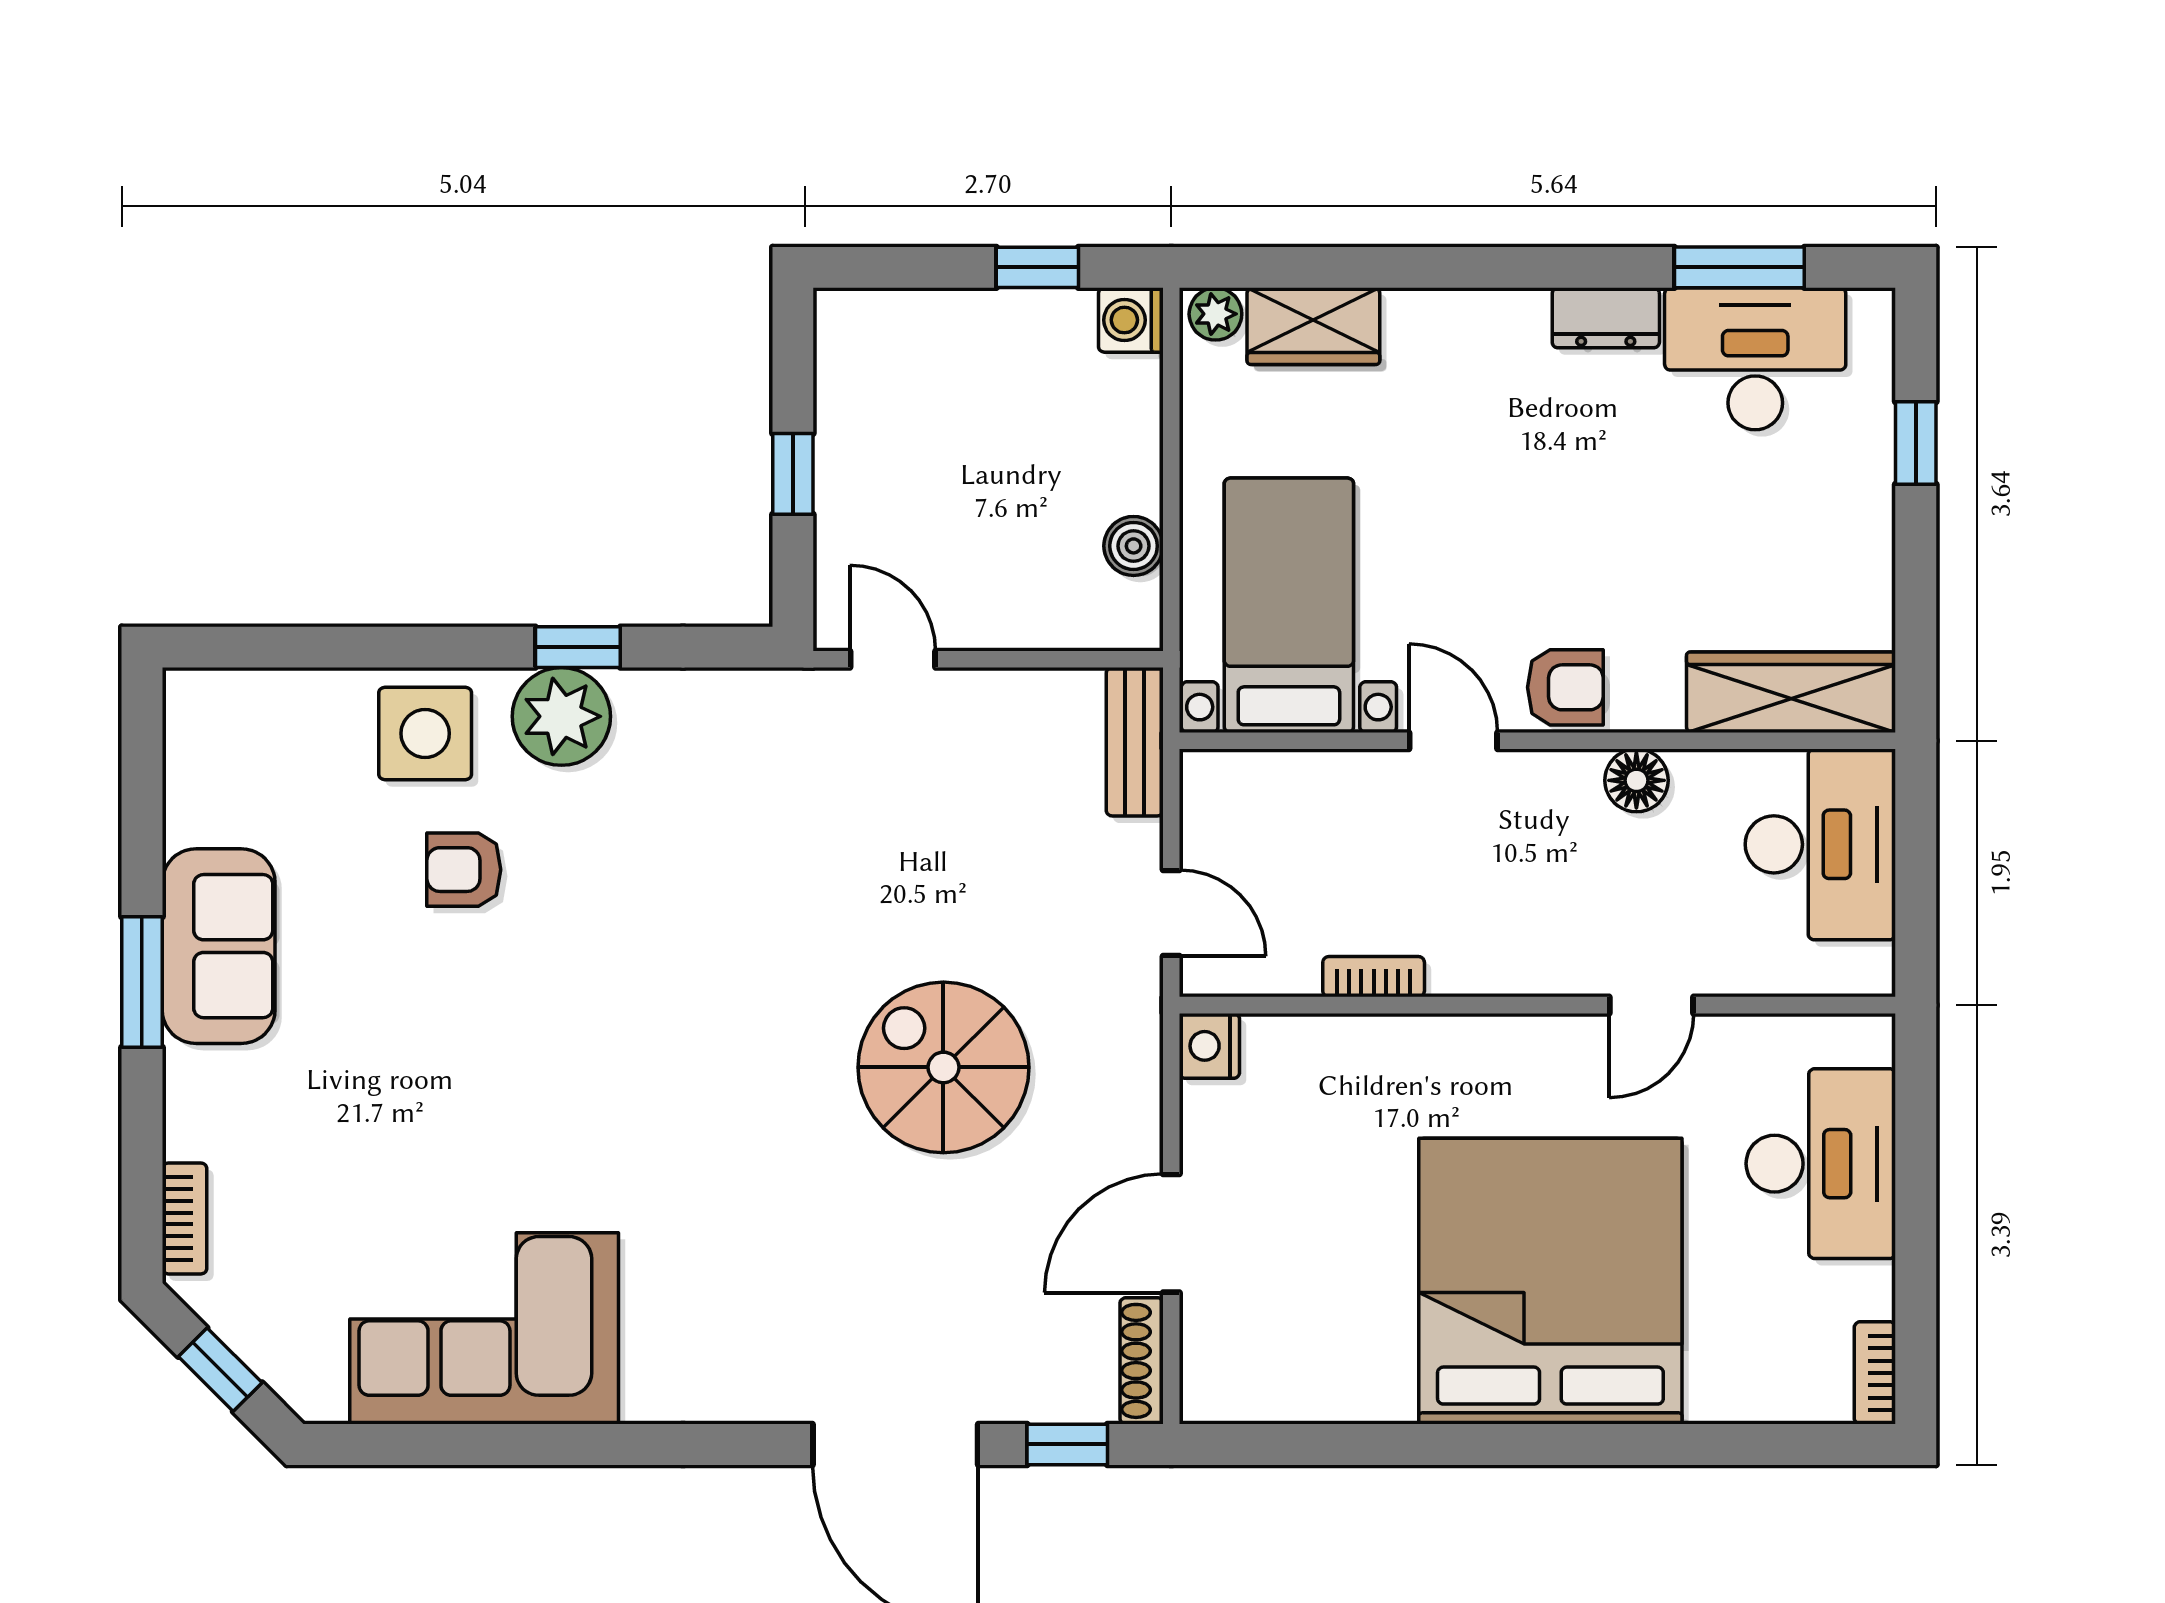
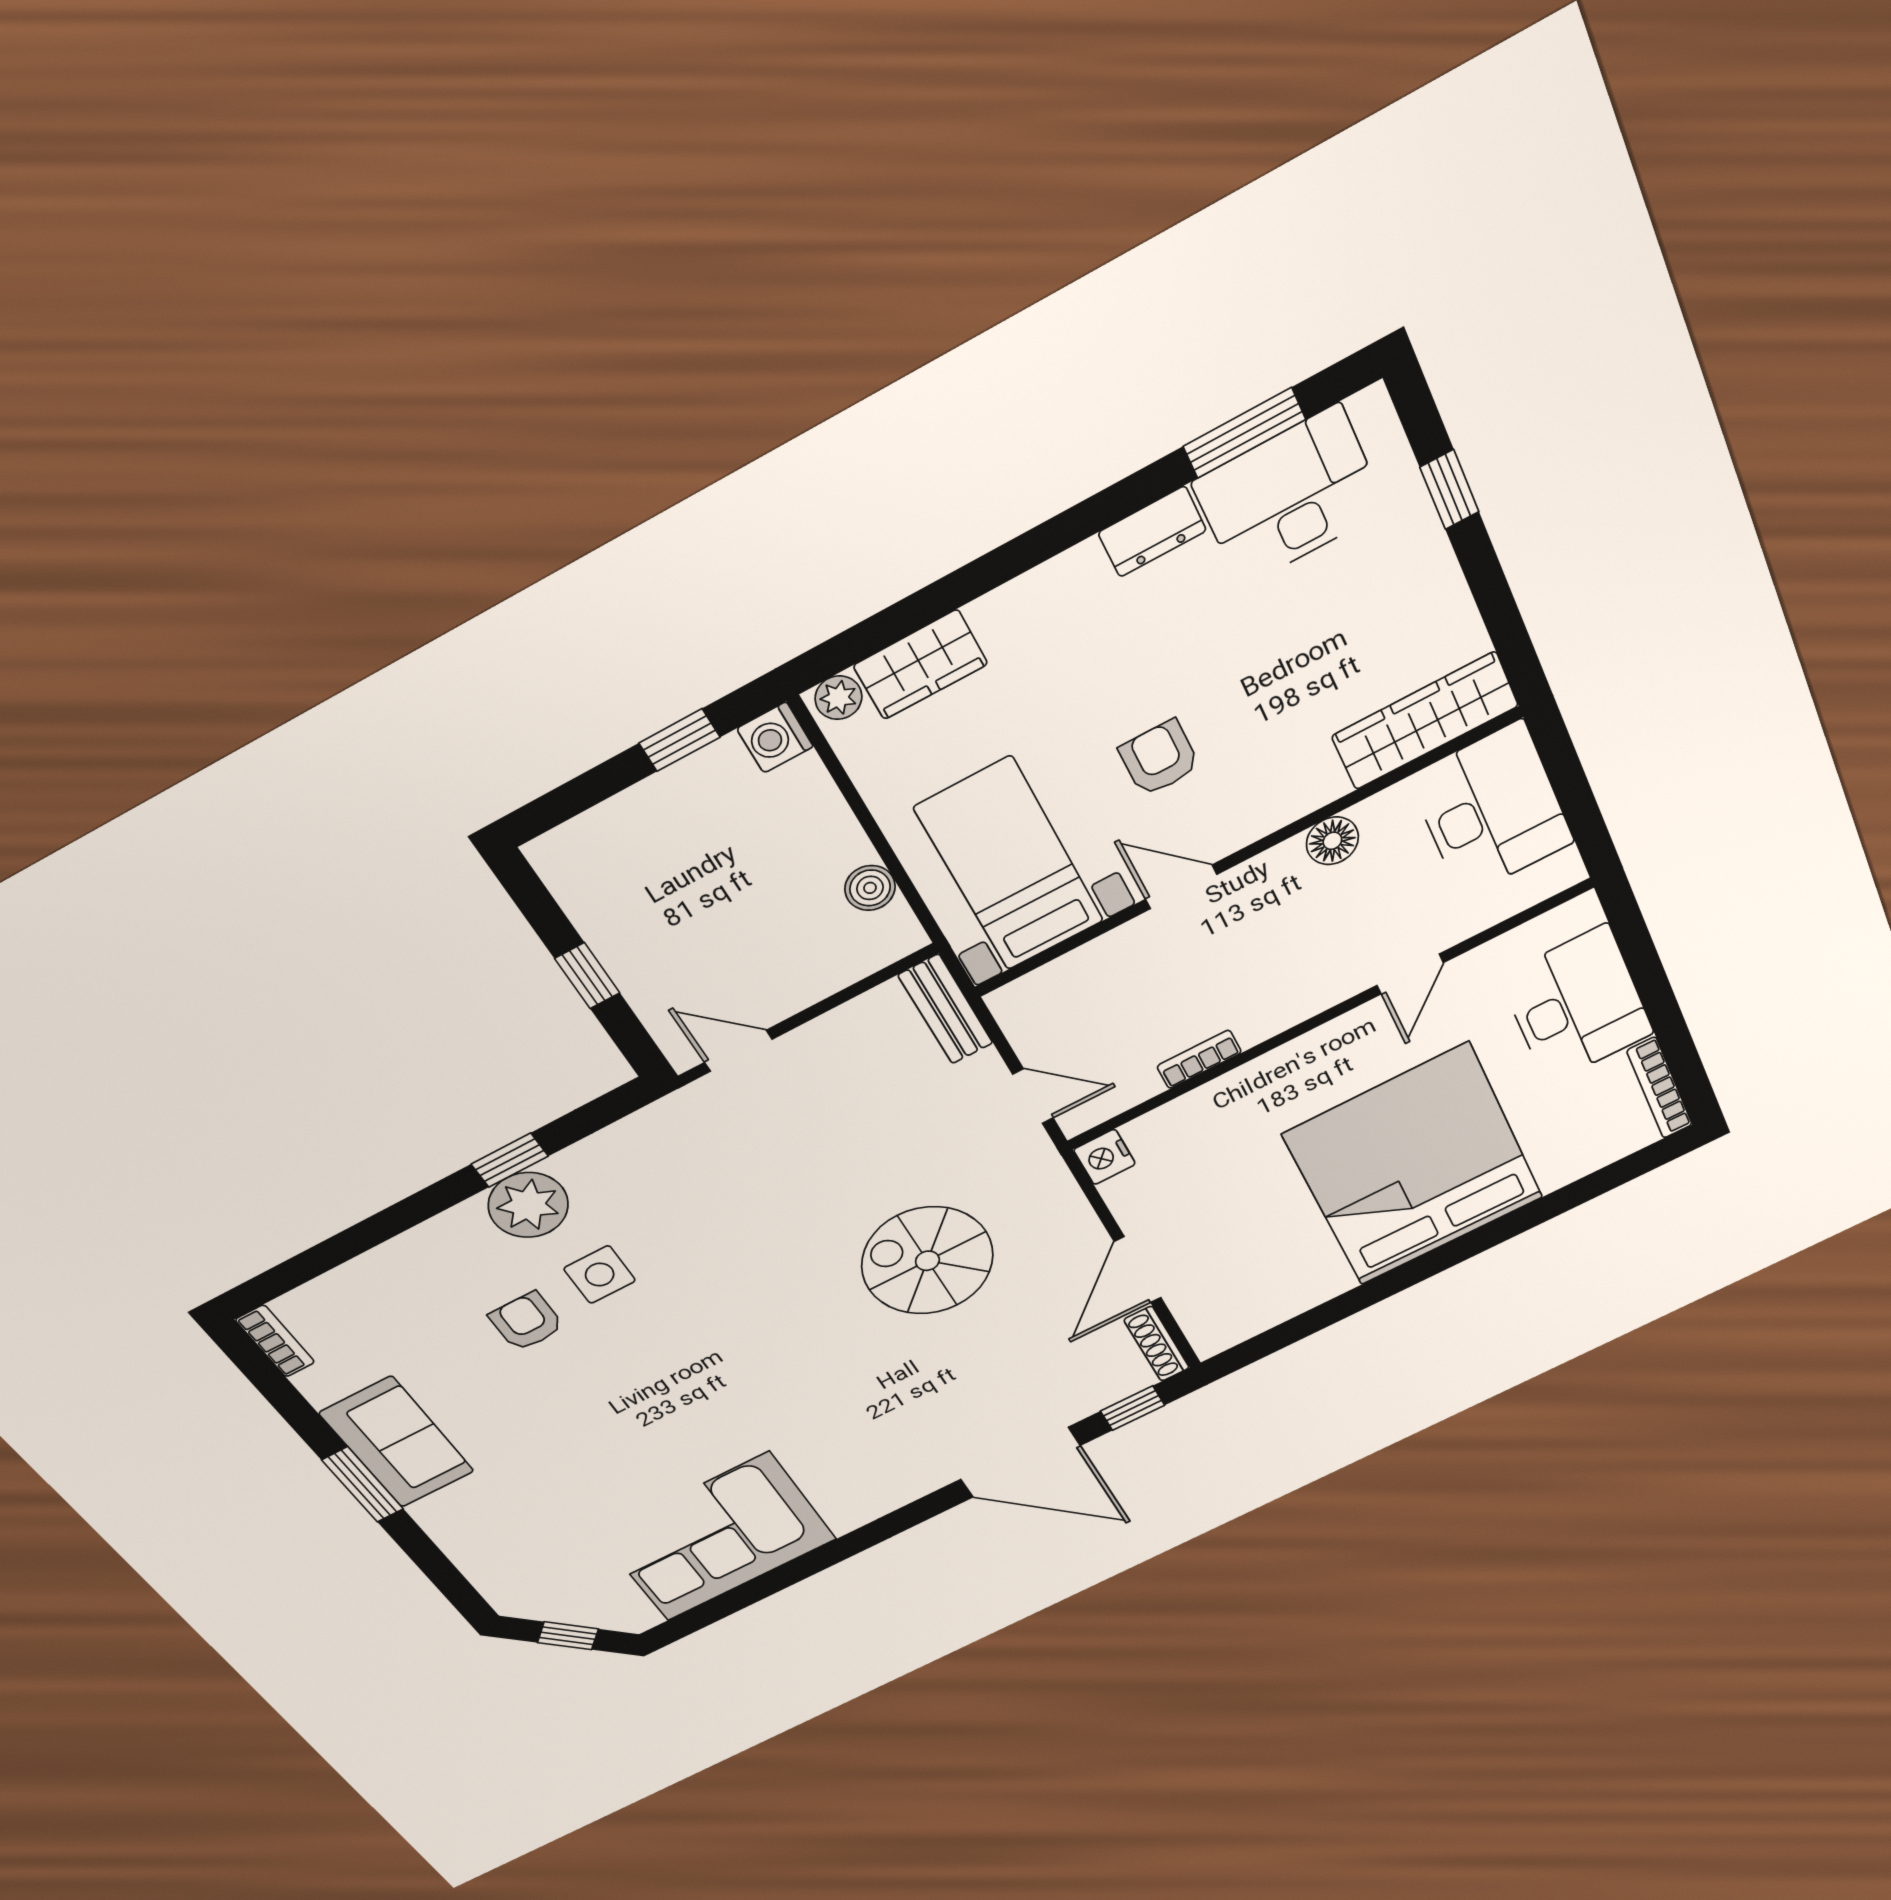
armchair: (1565, 687) -> (1159, 758), moved, turned -90
side table: (425, 733) -> (600, 1275), moved, width x0.73, depth x0.73
armchair: (464, 870) -> (527, 1321), turned 90
bookcase: (185, 1218) -> (275, 1341), moved
bookcase: (1875, 1373) -> (1660, 1088), width x1.56

